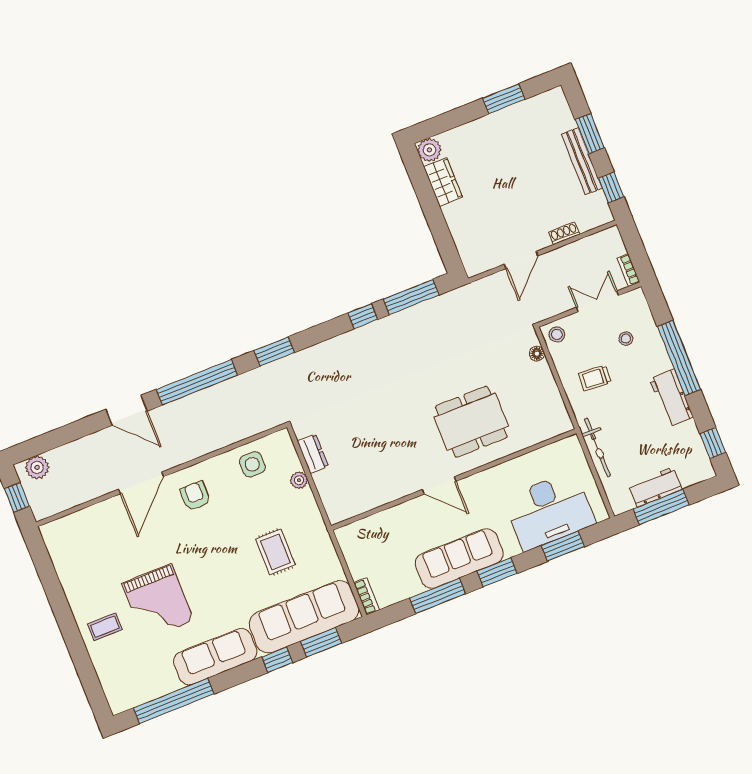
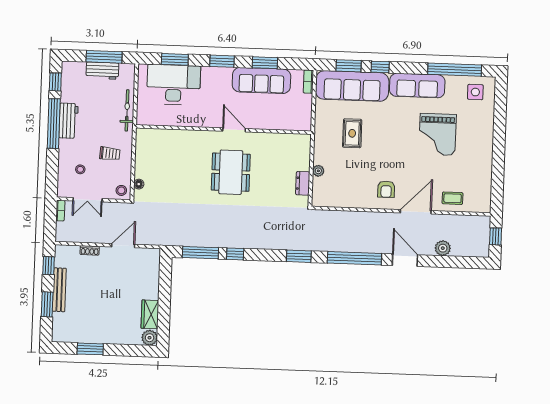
window: (679, 358) -> (54, 124), moved
dining table: (471, 422) -> (231, 172), moved, turned 90
side table: (252, 464) -> (475, 92), moved
plant: (37, 467) -> (443, 248), moved
sofa: (459, 558) -> (261, 80), moved
window: (438, 596) -> (265, 63), width x0.69
grand piano: (158, 602) -> (438, 134), turned 180
coffee table: (105, 627) -> (452, 198), moved

